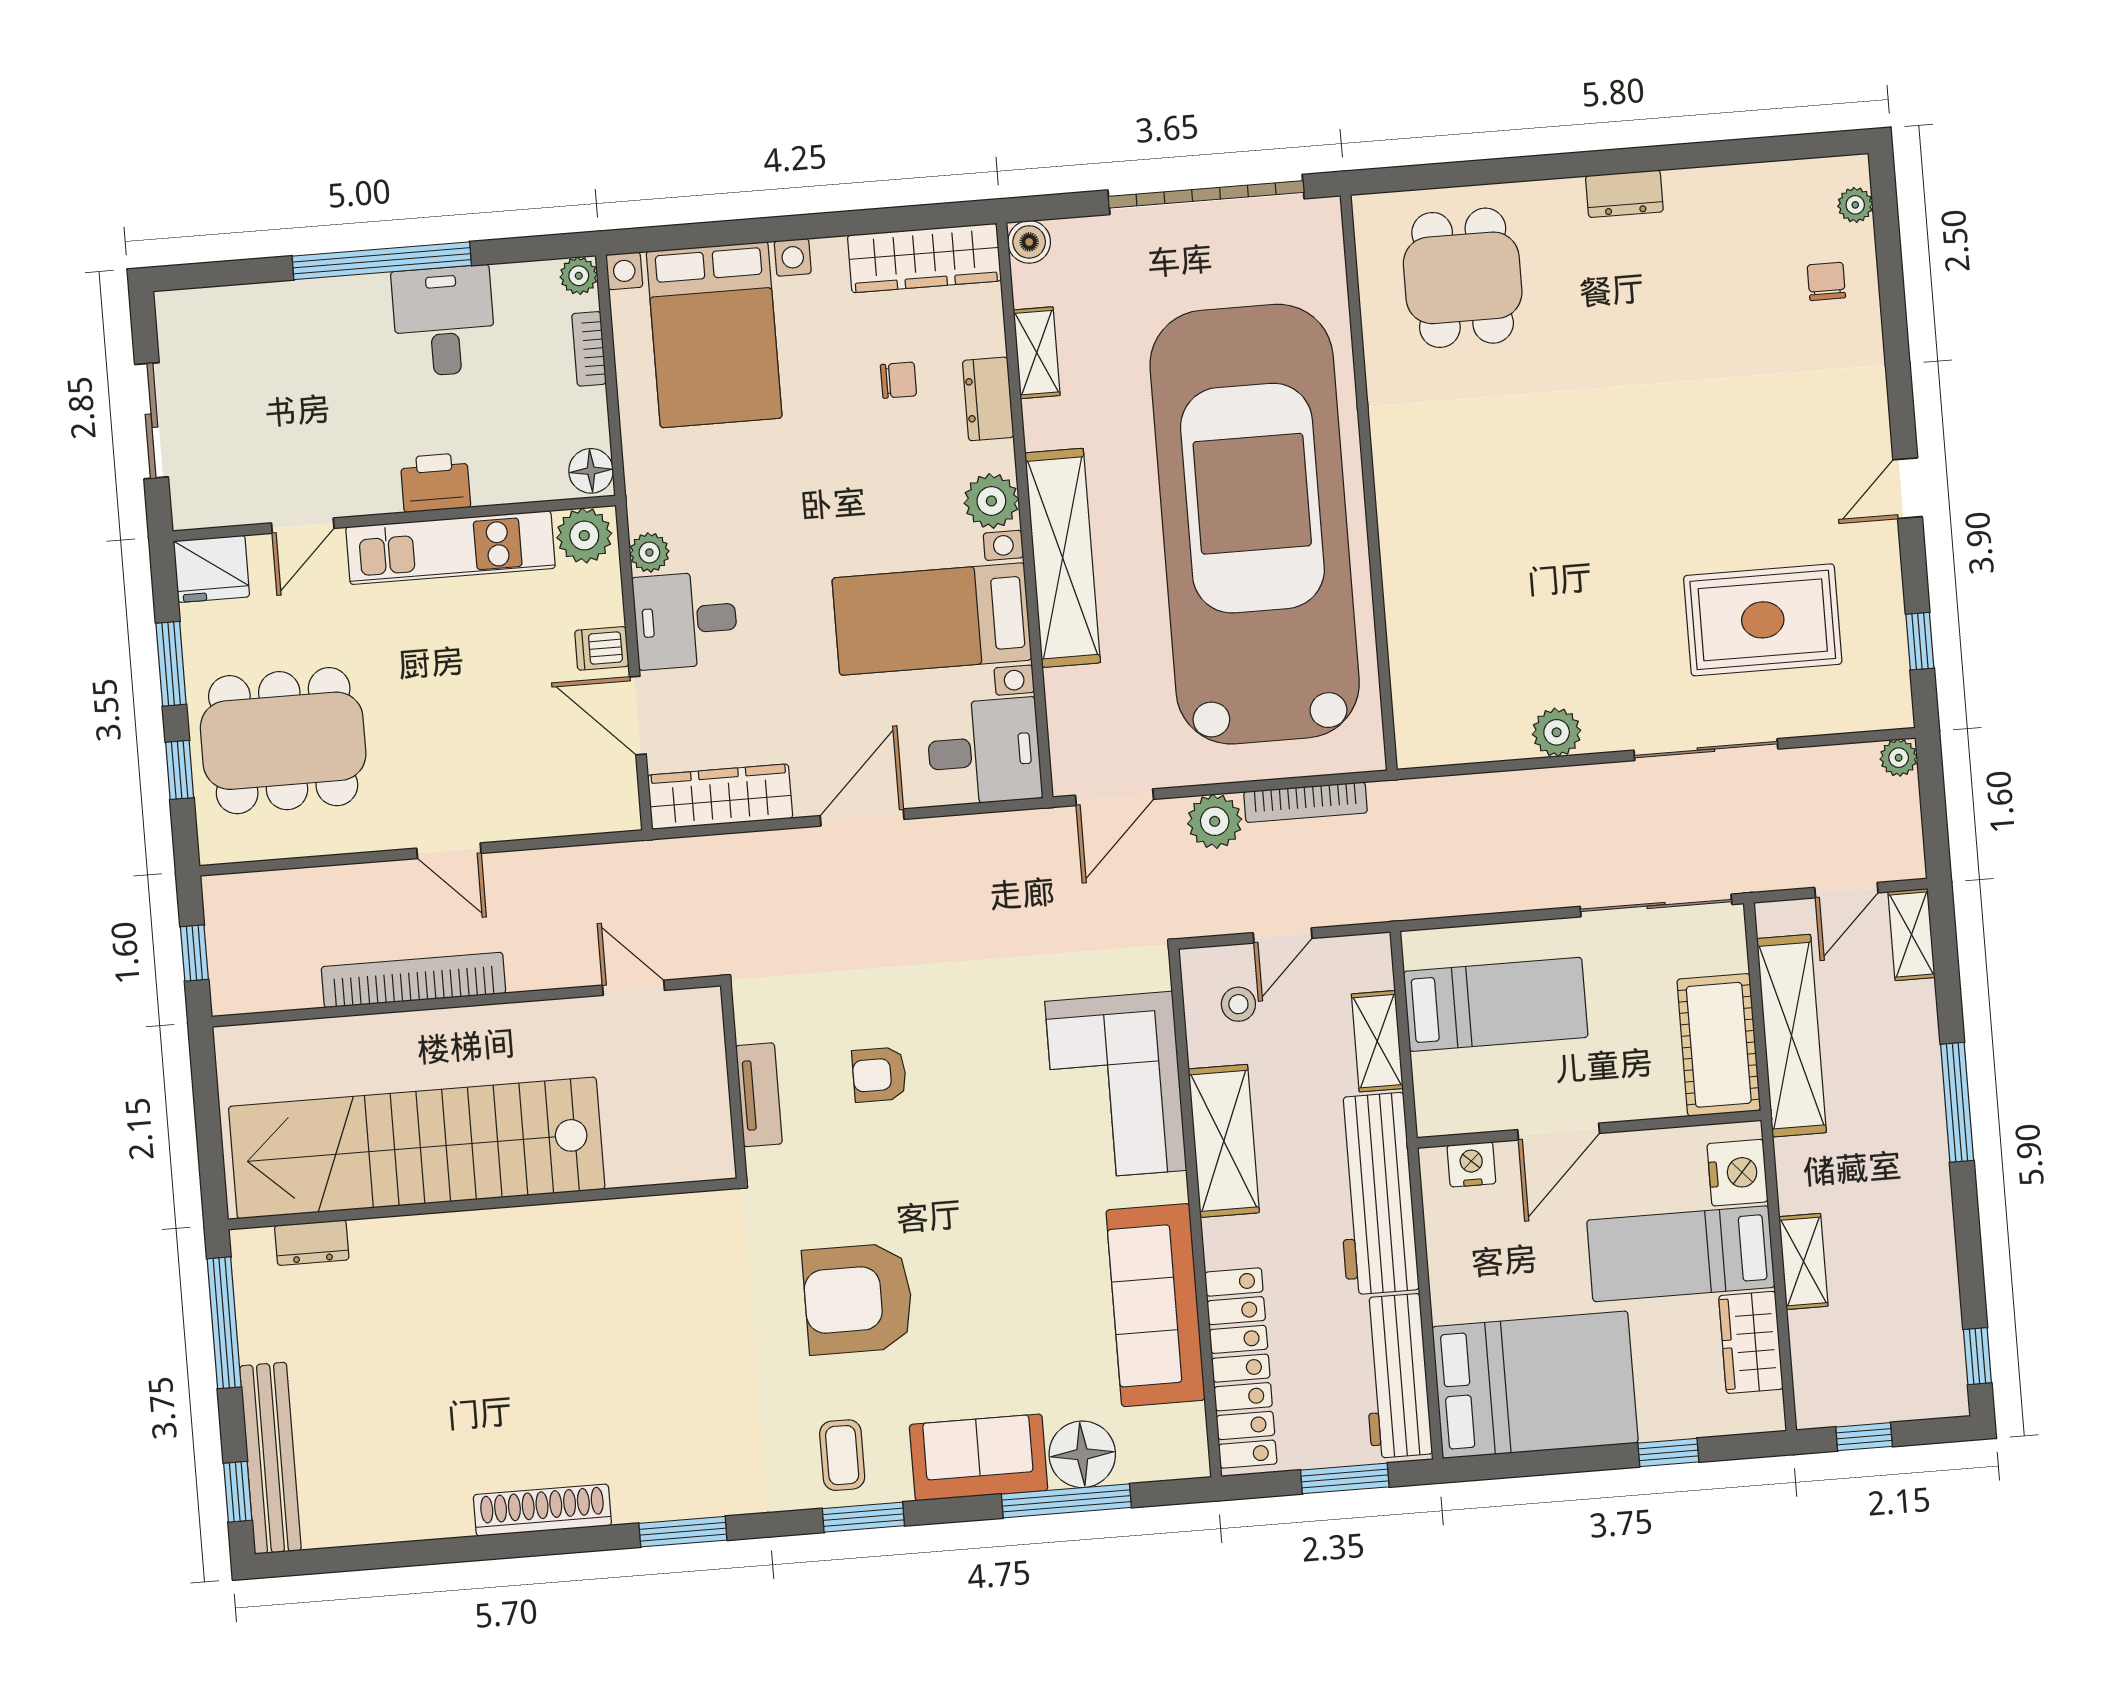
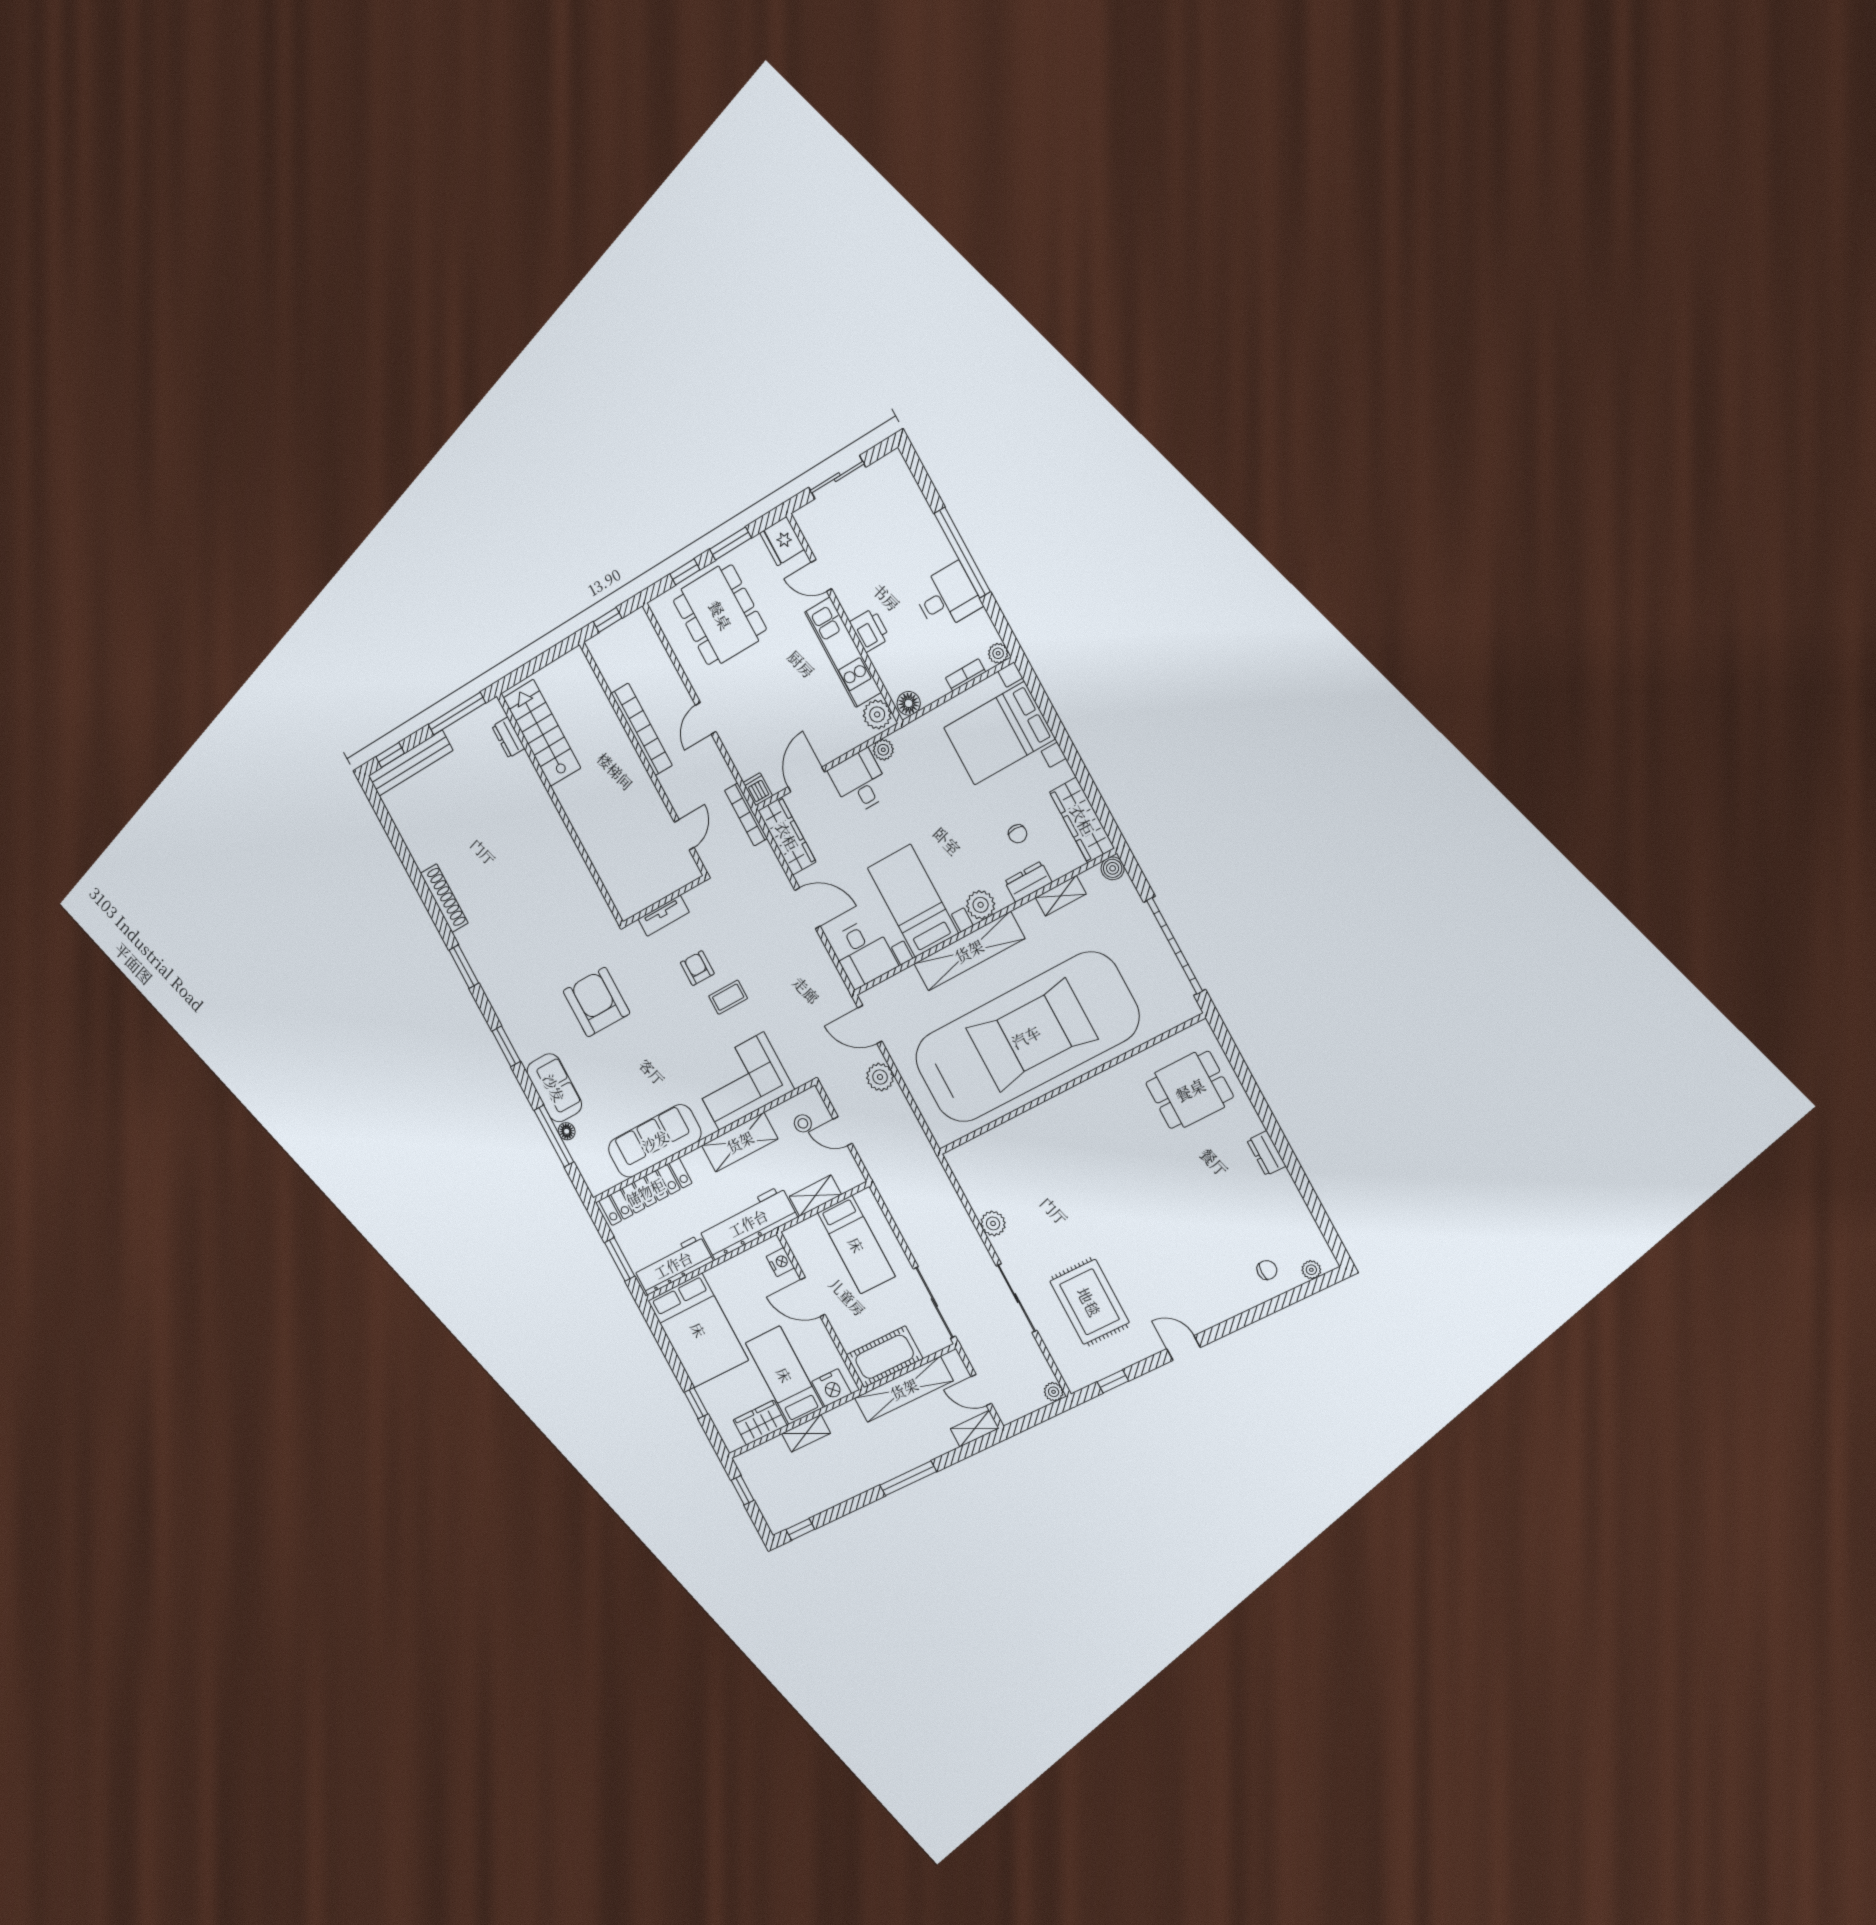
dishwasher: (602, 648) -> (758, 789), moved
bookcase: (1306, 802) -> (746, 815), moved
stairs: (417, 1148) -> (542, 733), width x0.54, depth x0.66
floor lamp: (1082, 1454) -> (567, 1131), width x0.53, depth x0.53
coffee table: (842, 1455) -> (728, 997), moved

